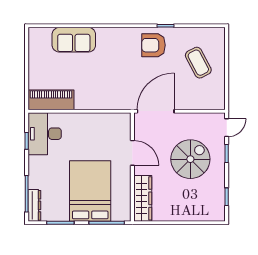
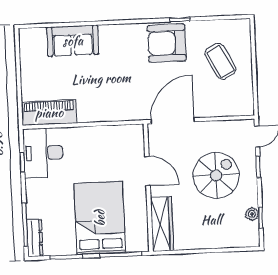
armchair: (153, 45) -> (167, 43), width x1.36, depth x1.36
plant: (219, 193) -> (252, 214), added

